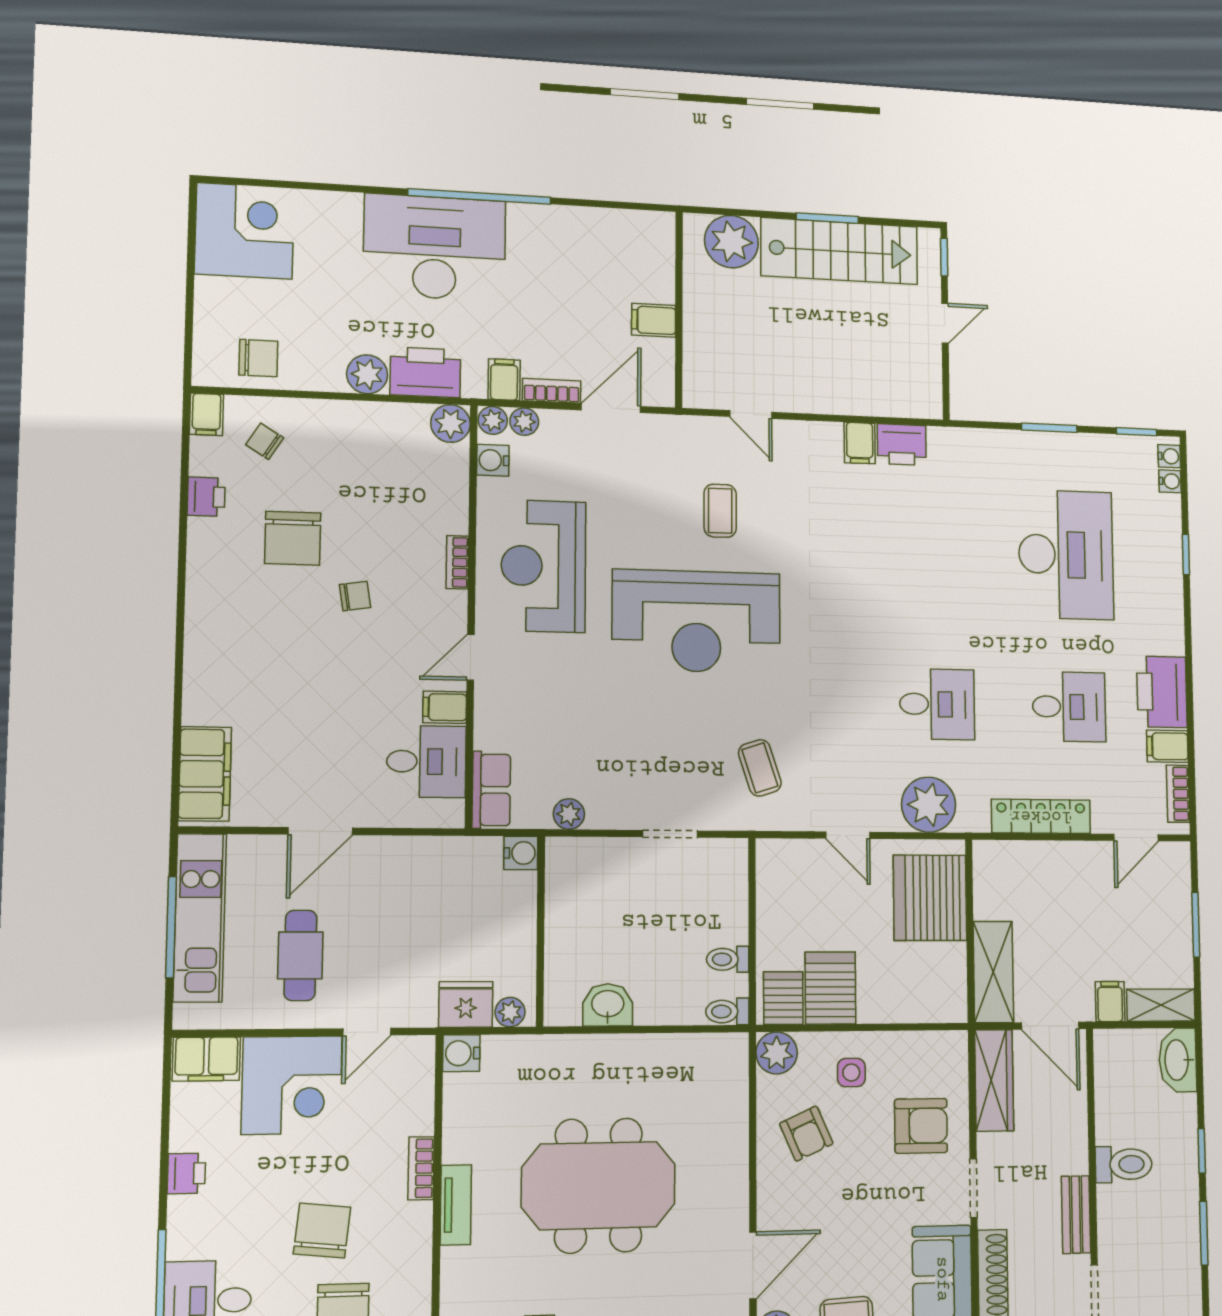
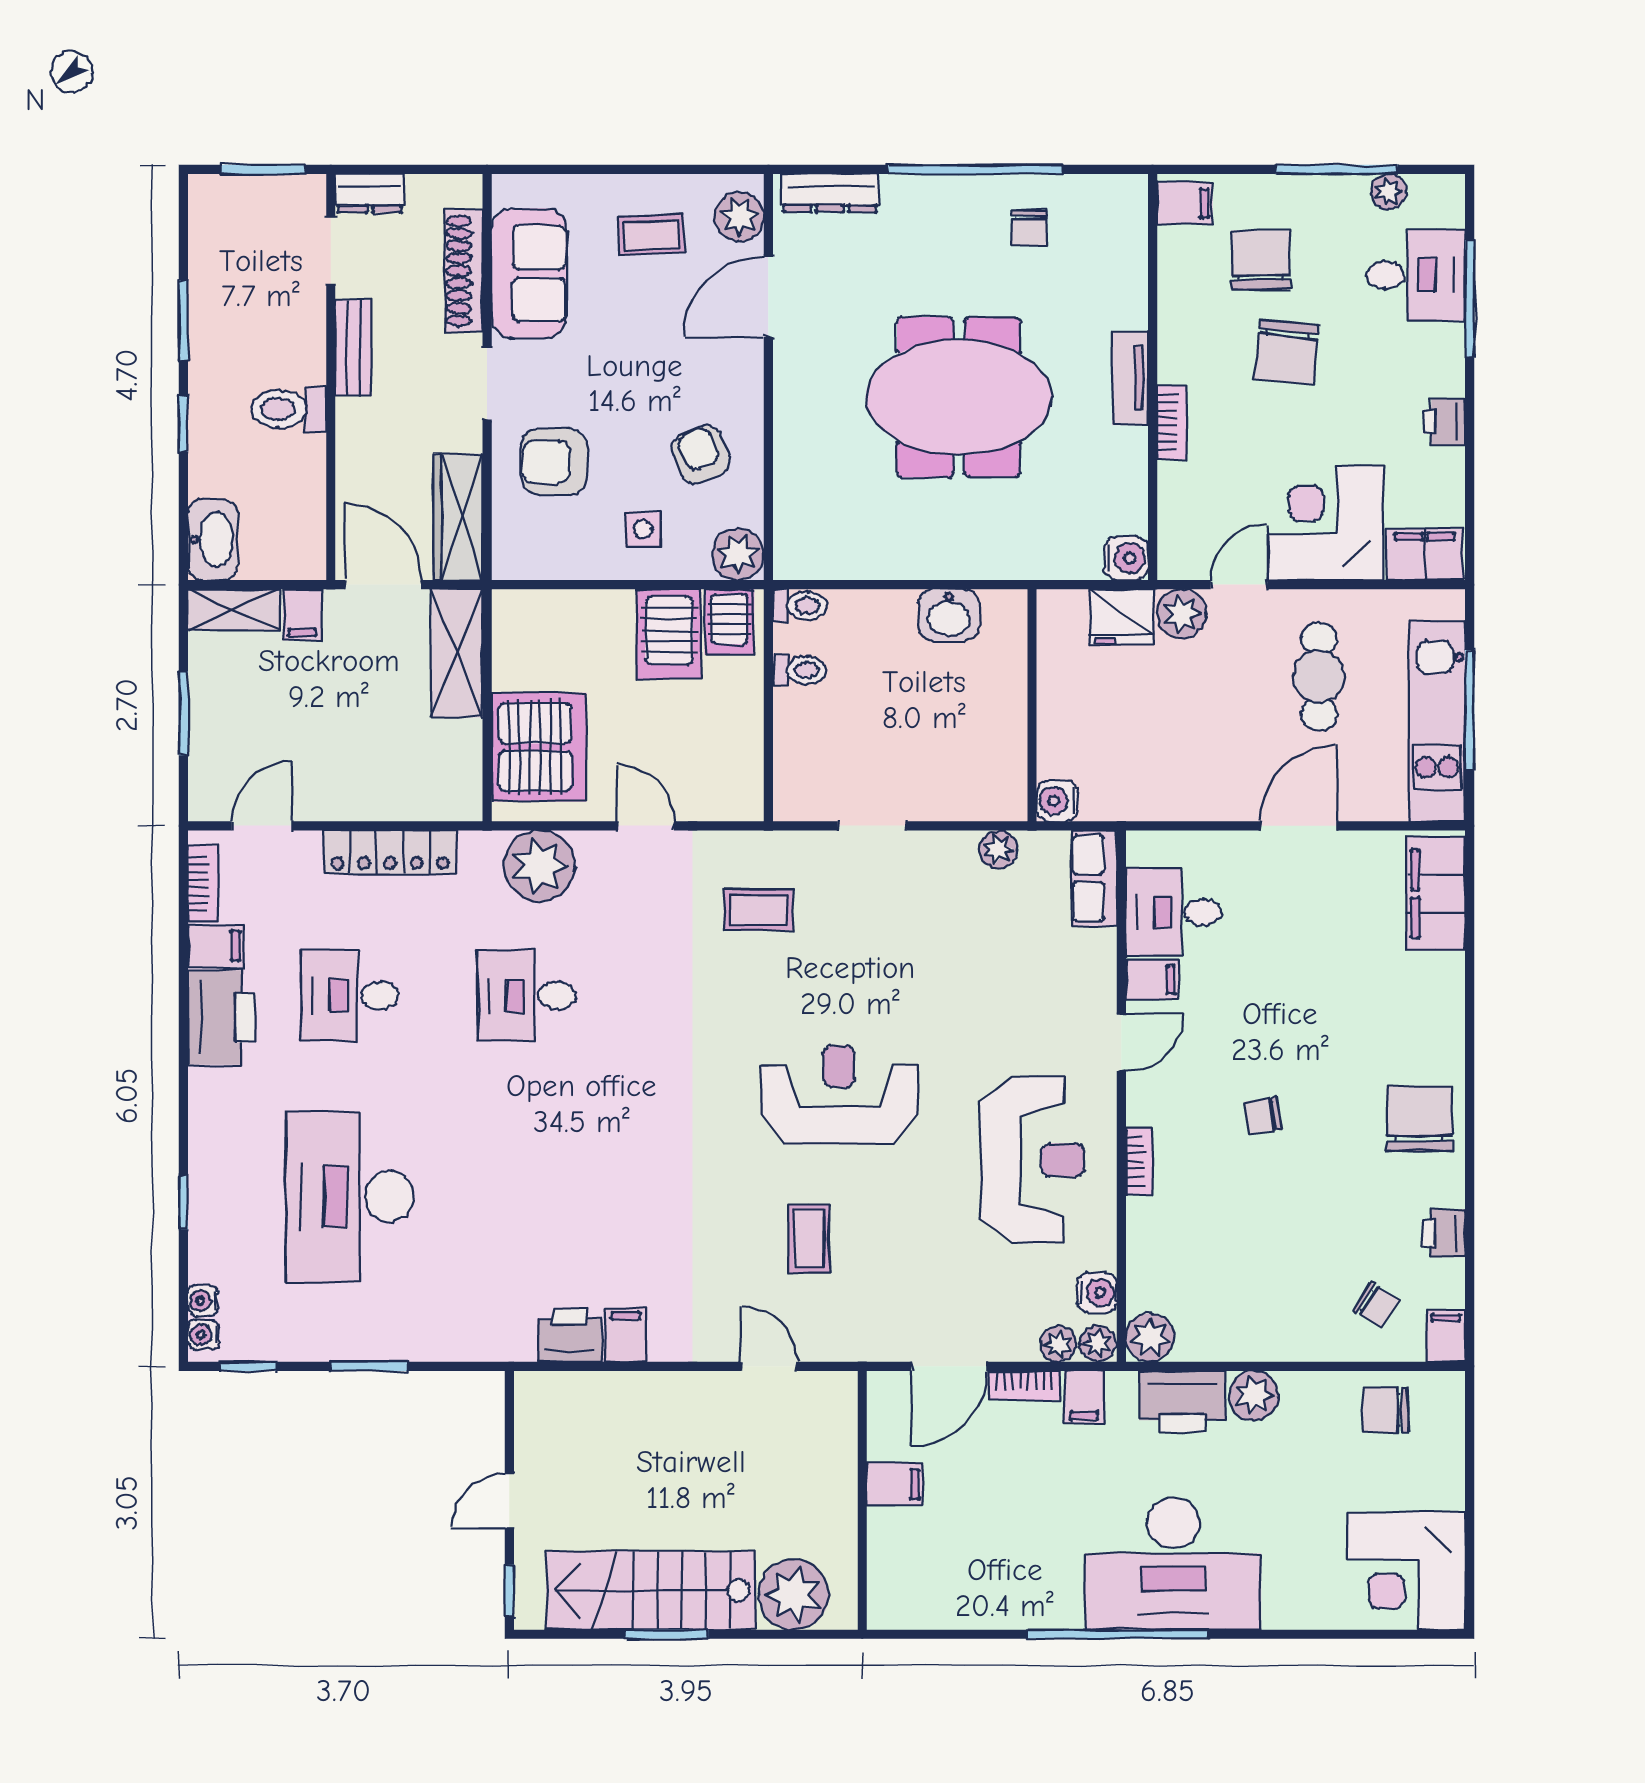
chair: (293, 538) -> (1419, 1119), moved
reception desk: (696, 621) -> (839, 1095), width x0.74, depth x0.77
coffee table: (760, 768) -> (758, 910), turned -72
plant: (510, 1012) -> (1182, 614), moved, width x1.38, depth x1.38

